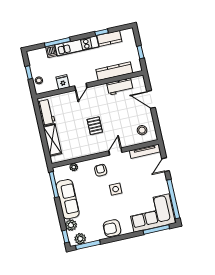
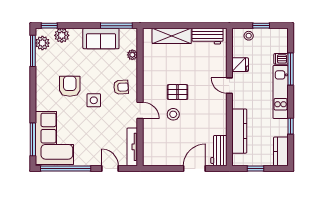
kitchen counter: (109, 39) -> (281, 151), moved
workbench: (120, 86) -> (219, 151), moved
stool: (142, 130) -> (173, 114), moved
sofa: (68, 199) -> (101, 39), width x0.73
armchair: (112, 228) -> (70, 86), moved

